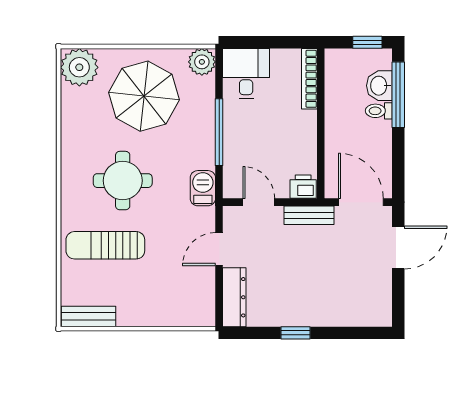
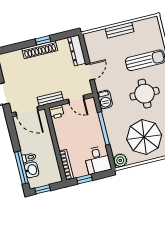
window: (281, 42) -> (84, 179), added
bench: (89, 316) -> (120, 30), moved
shoe rack: (306, 316) -> (40, 50), added

